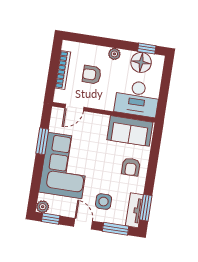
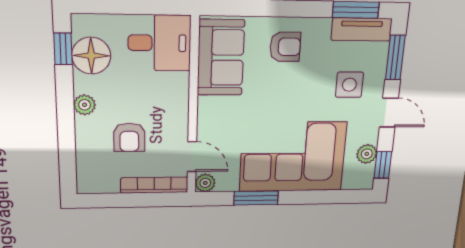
bookcase: (63, 70) -> (154, 185), moved
desk: (137, 98) -> (159, 43), width x0.73
plant: (57, 113) -> (205, 183), added
plant: (43, 207) -> (367, 154), moved
door: (83, 224) -> (389, 113), swing flipped

